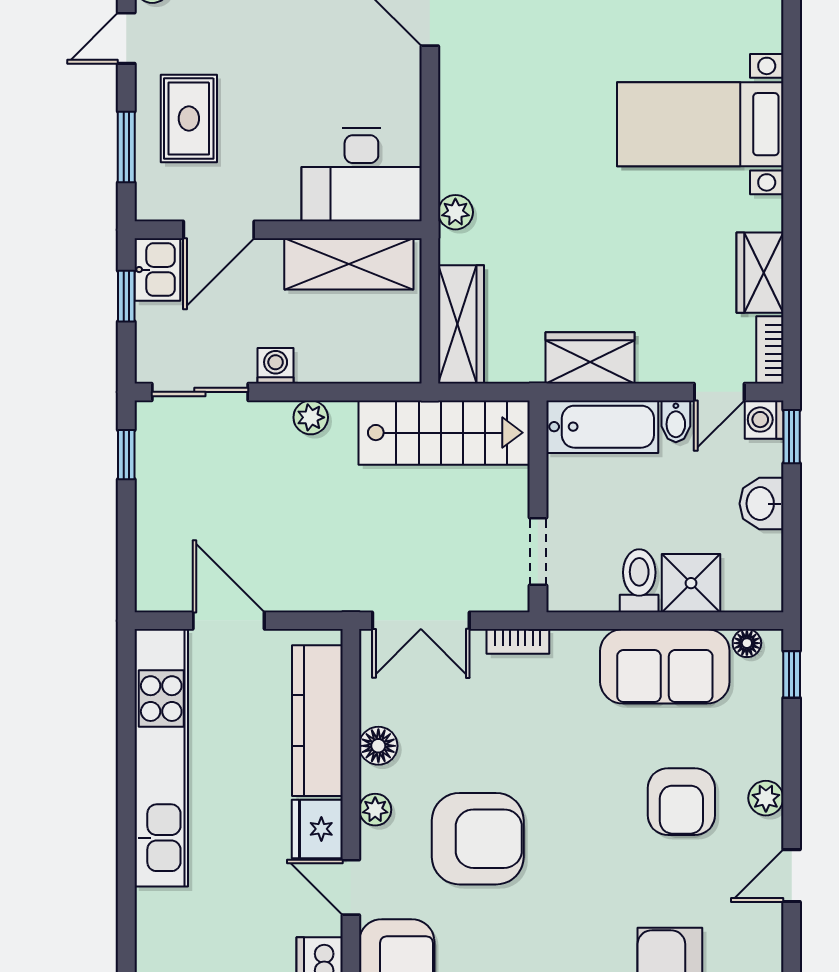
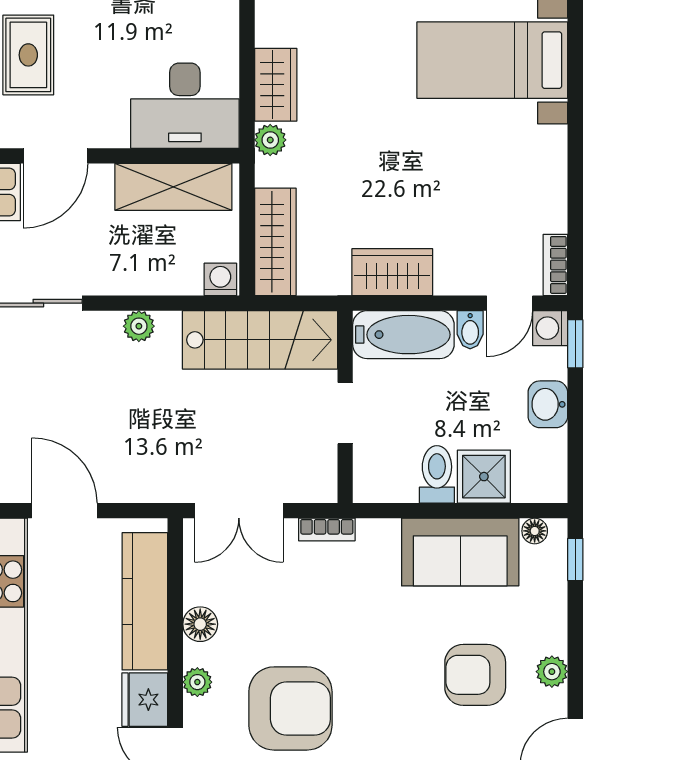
wardrobe: (760, 273) -> (276, 85), moved, turned 180
washing machine: (276, 366) -> (220, 279), moved
doorway: (538, 552) -> (345, 413), moved
armchair: (681, 802) -> (475, 675), turned 90

